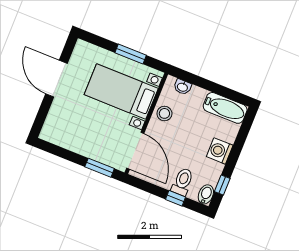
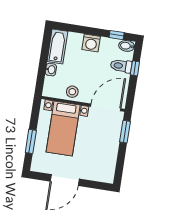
window: (131, 54) -> (31, 141), moved
washbasin: (183, 87) -> (51, 70), moved

